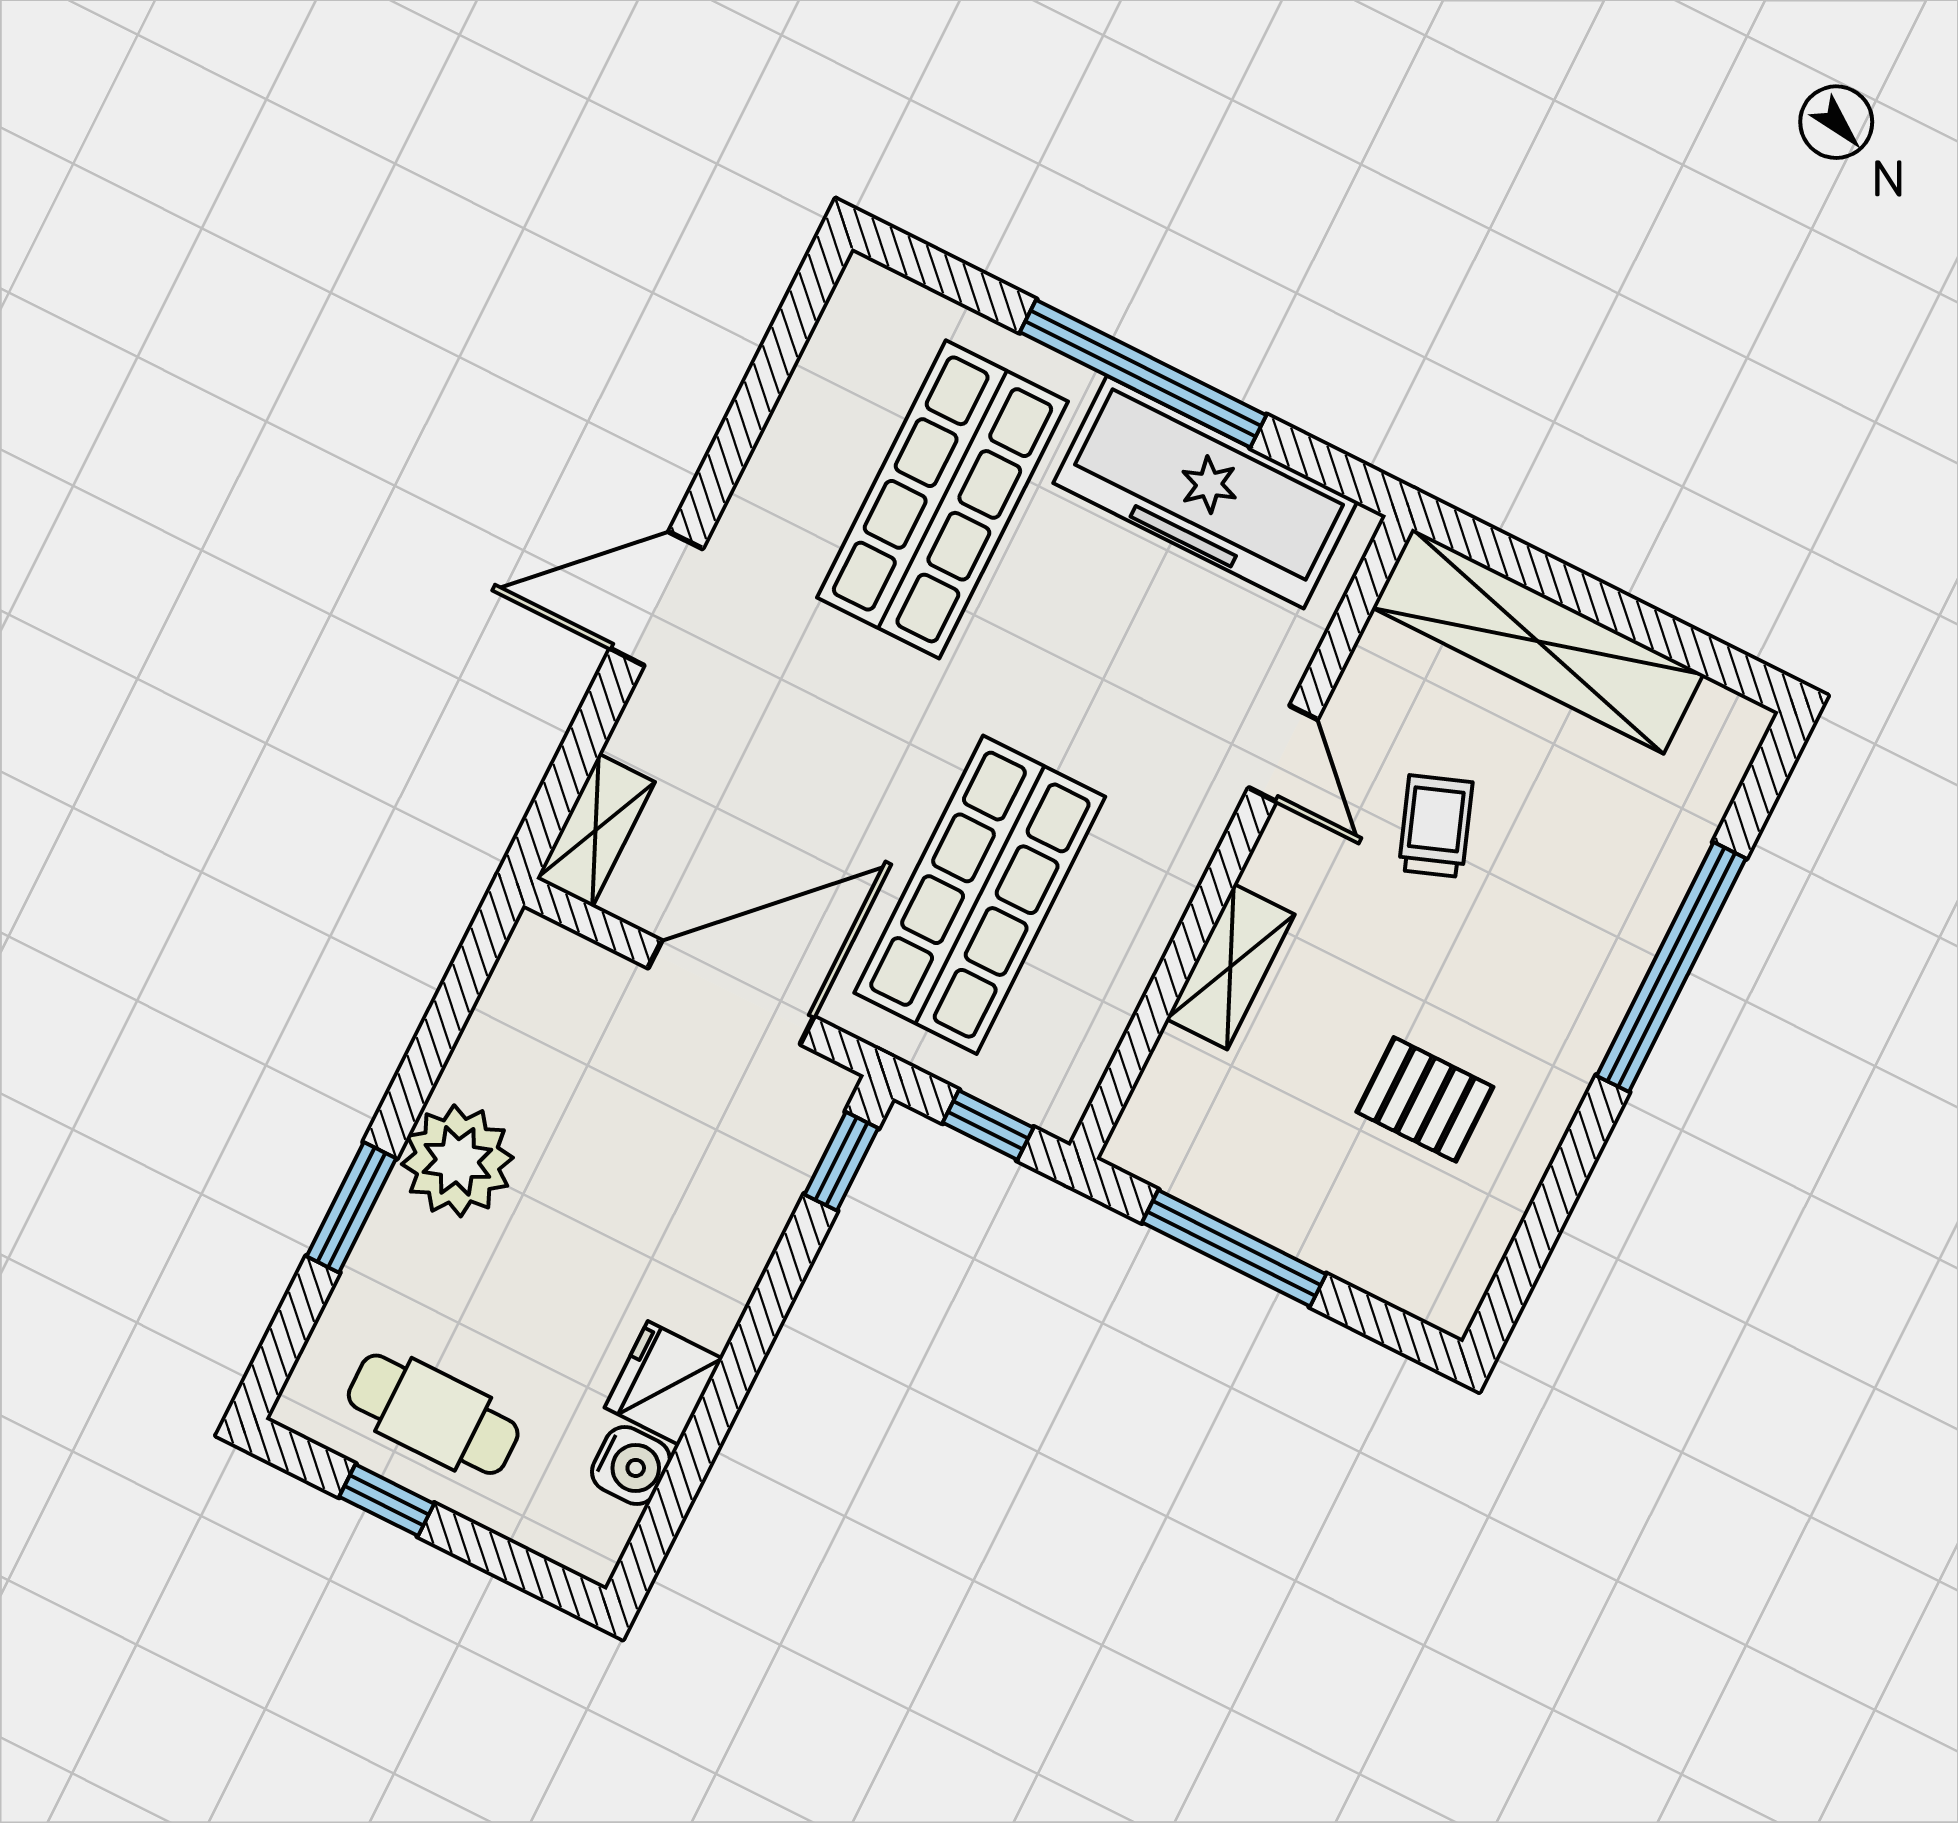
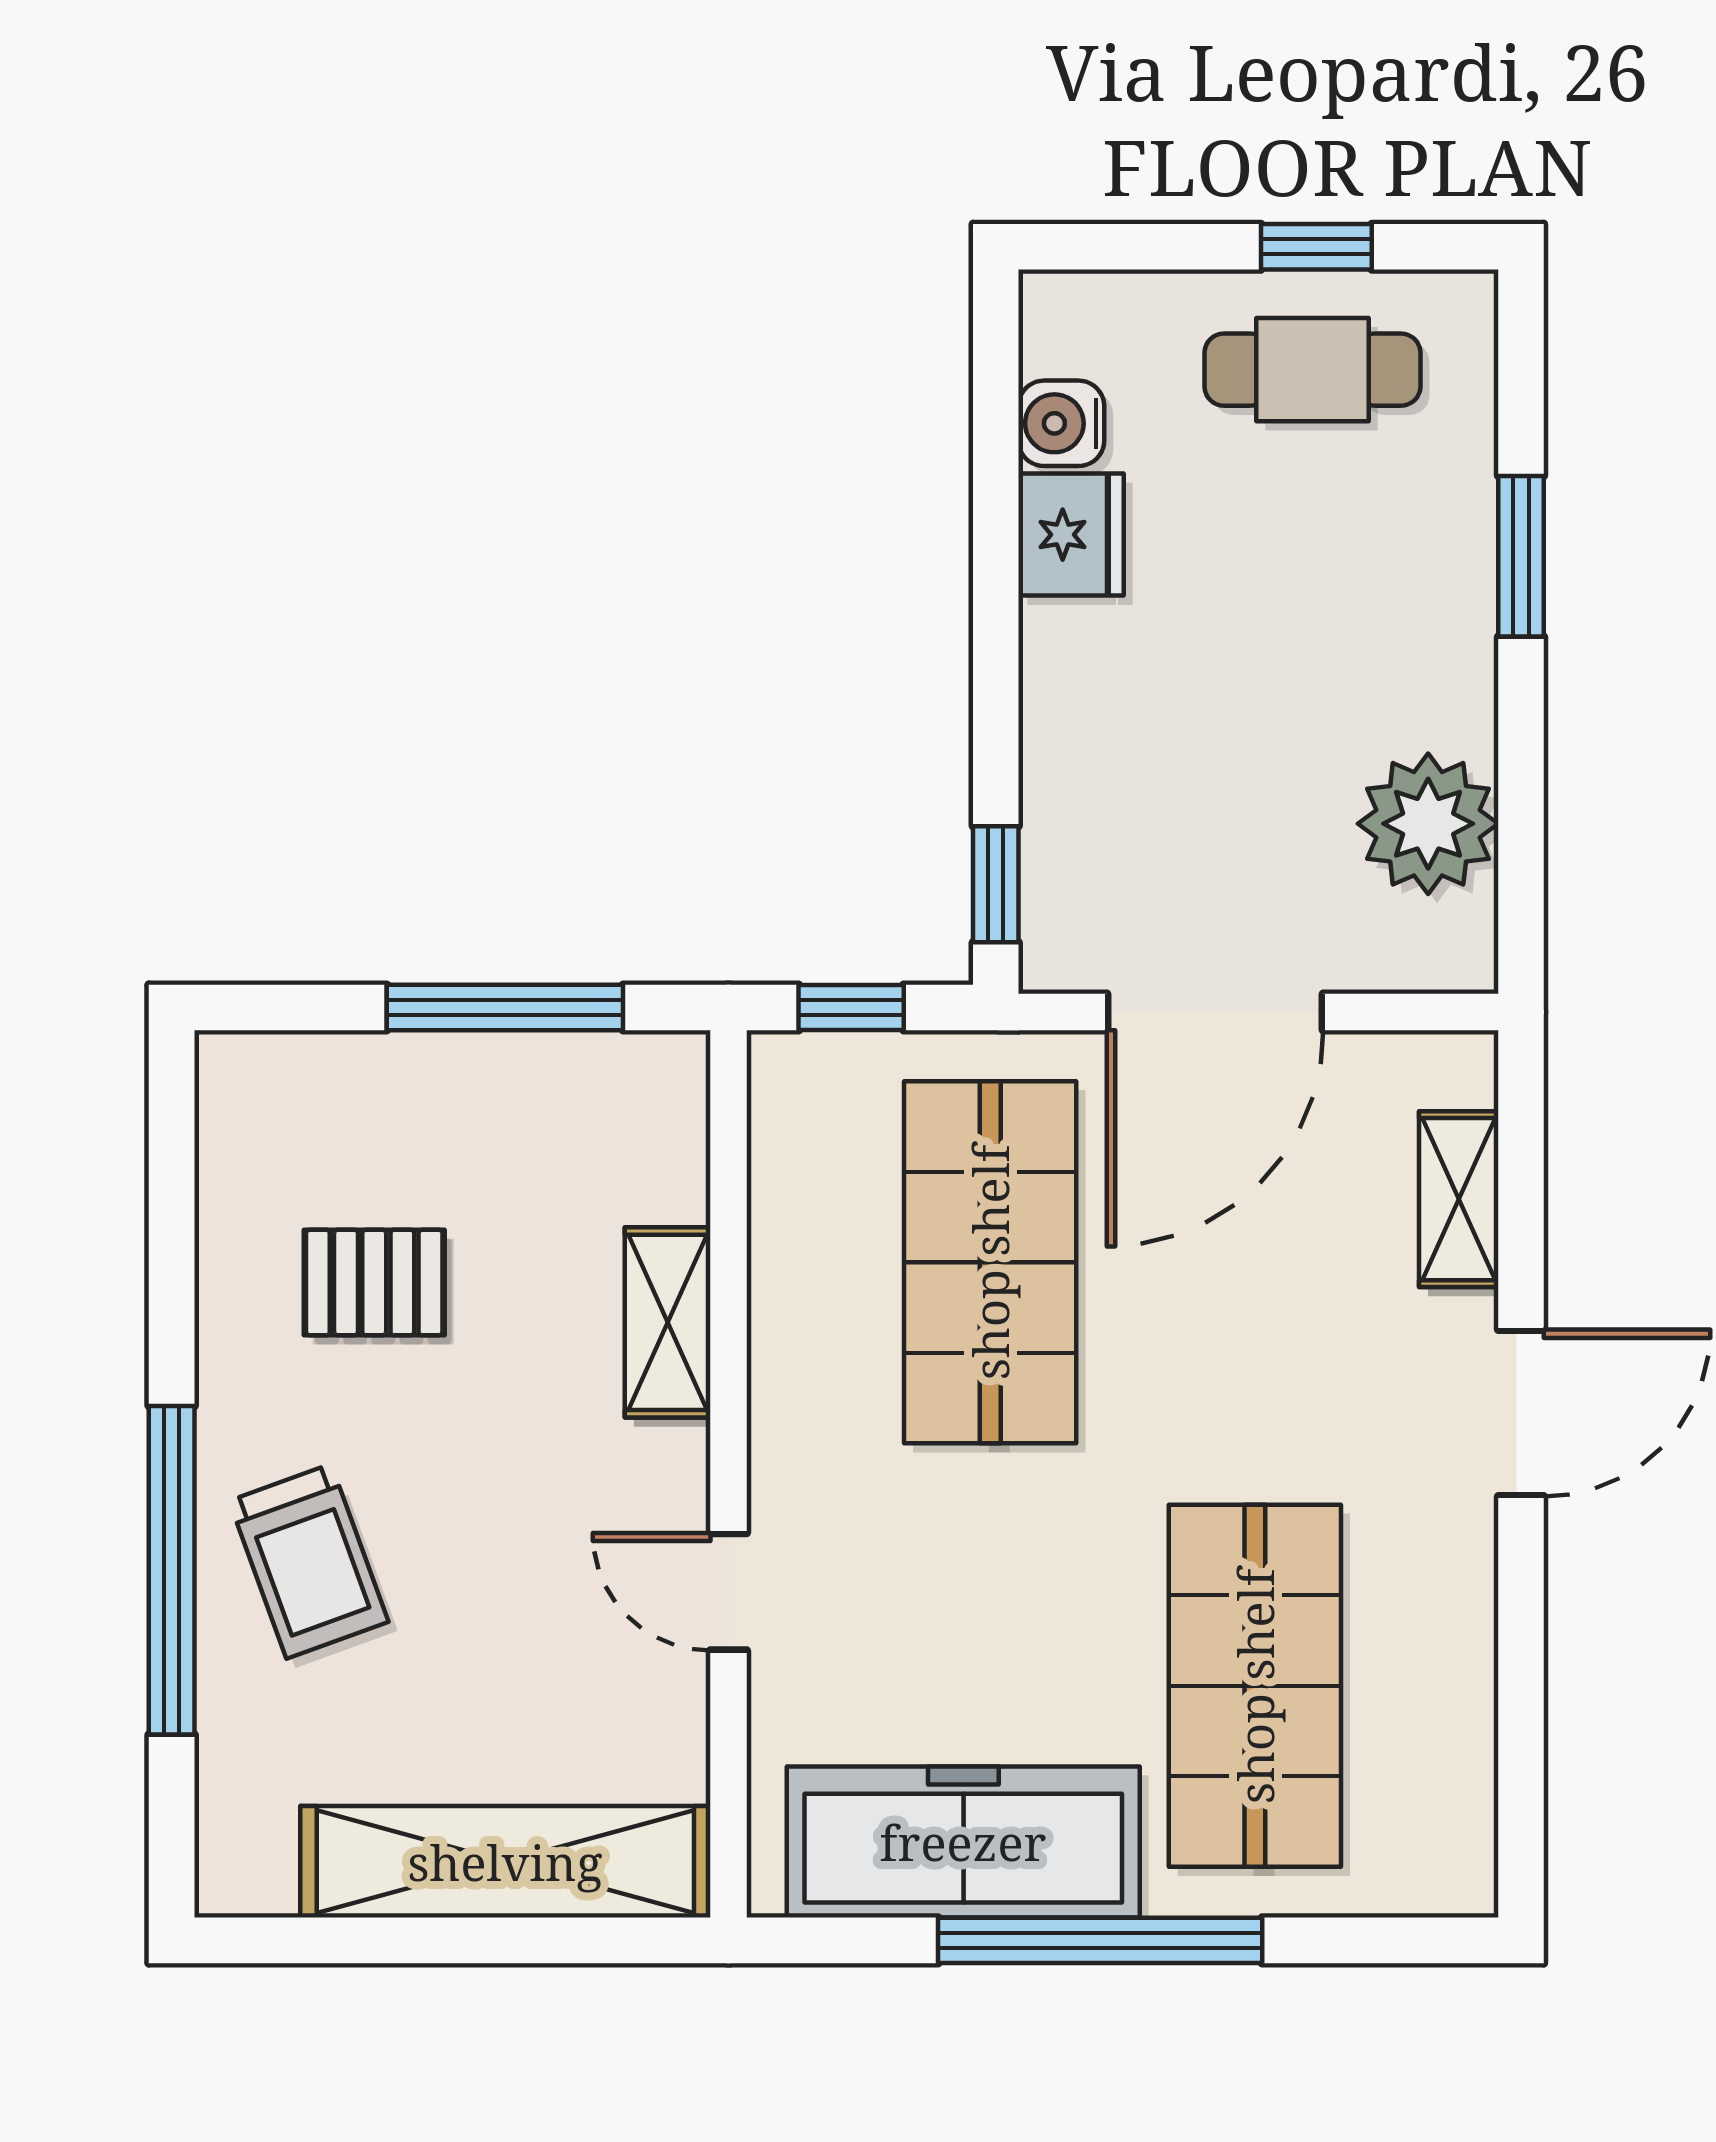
trolley: (1436, 826) -> (309, 1561), moved, width x1.36, depth x1.39
shelving: (596, 830) -> (1459, 1199), moved
plant: (457, 1161) -> (1428, 824), moved

